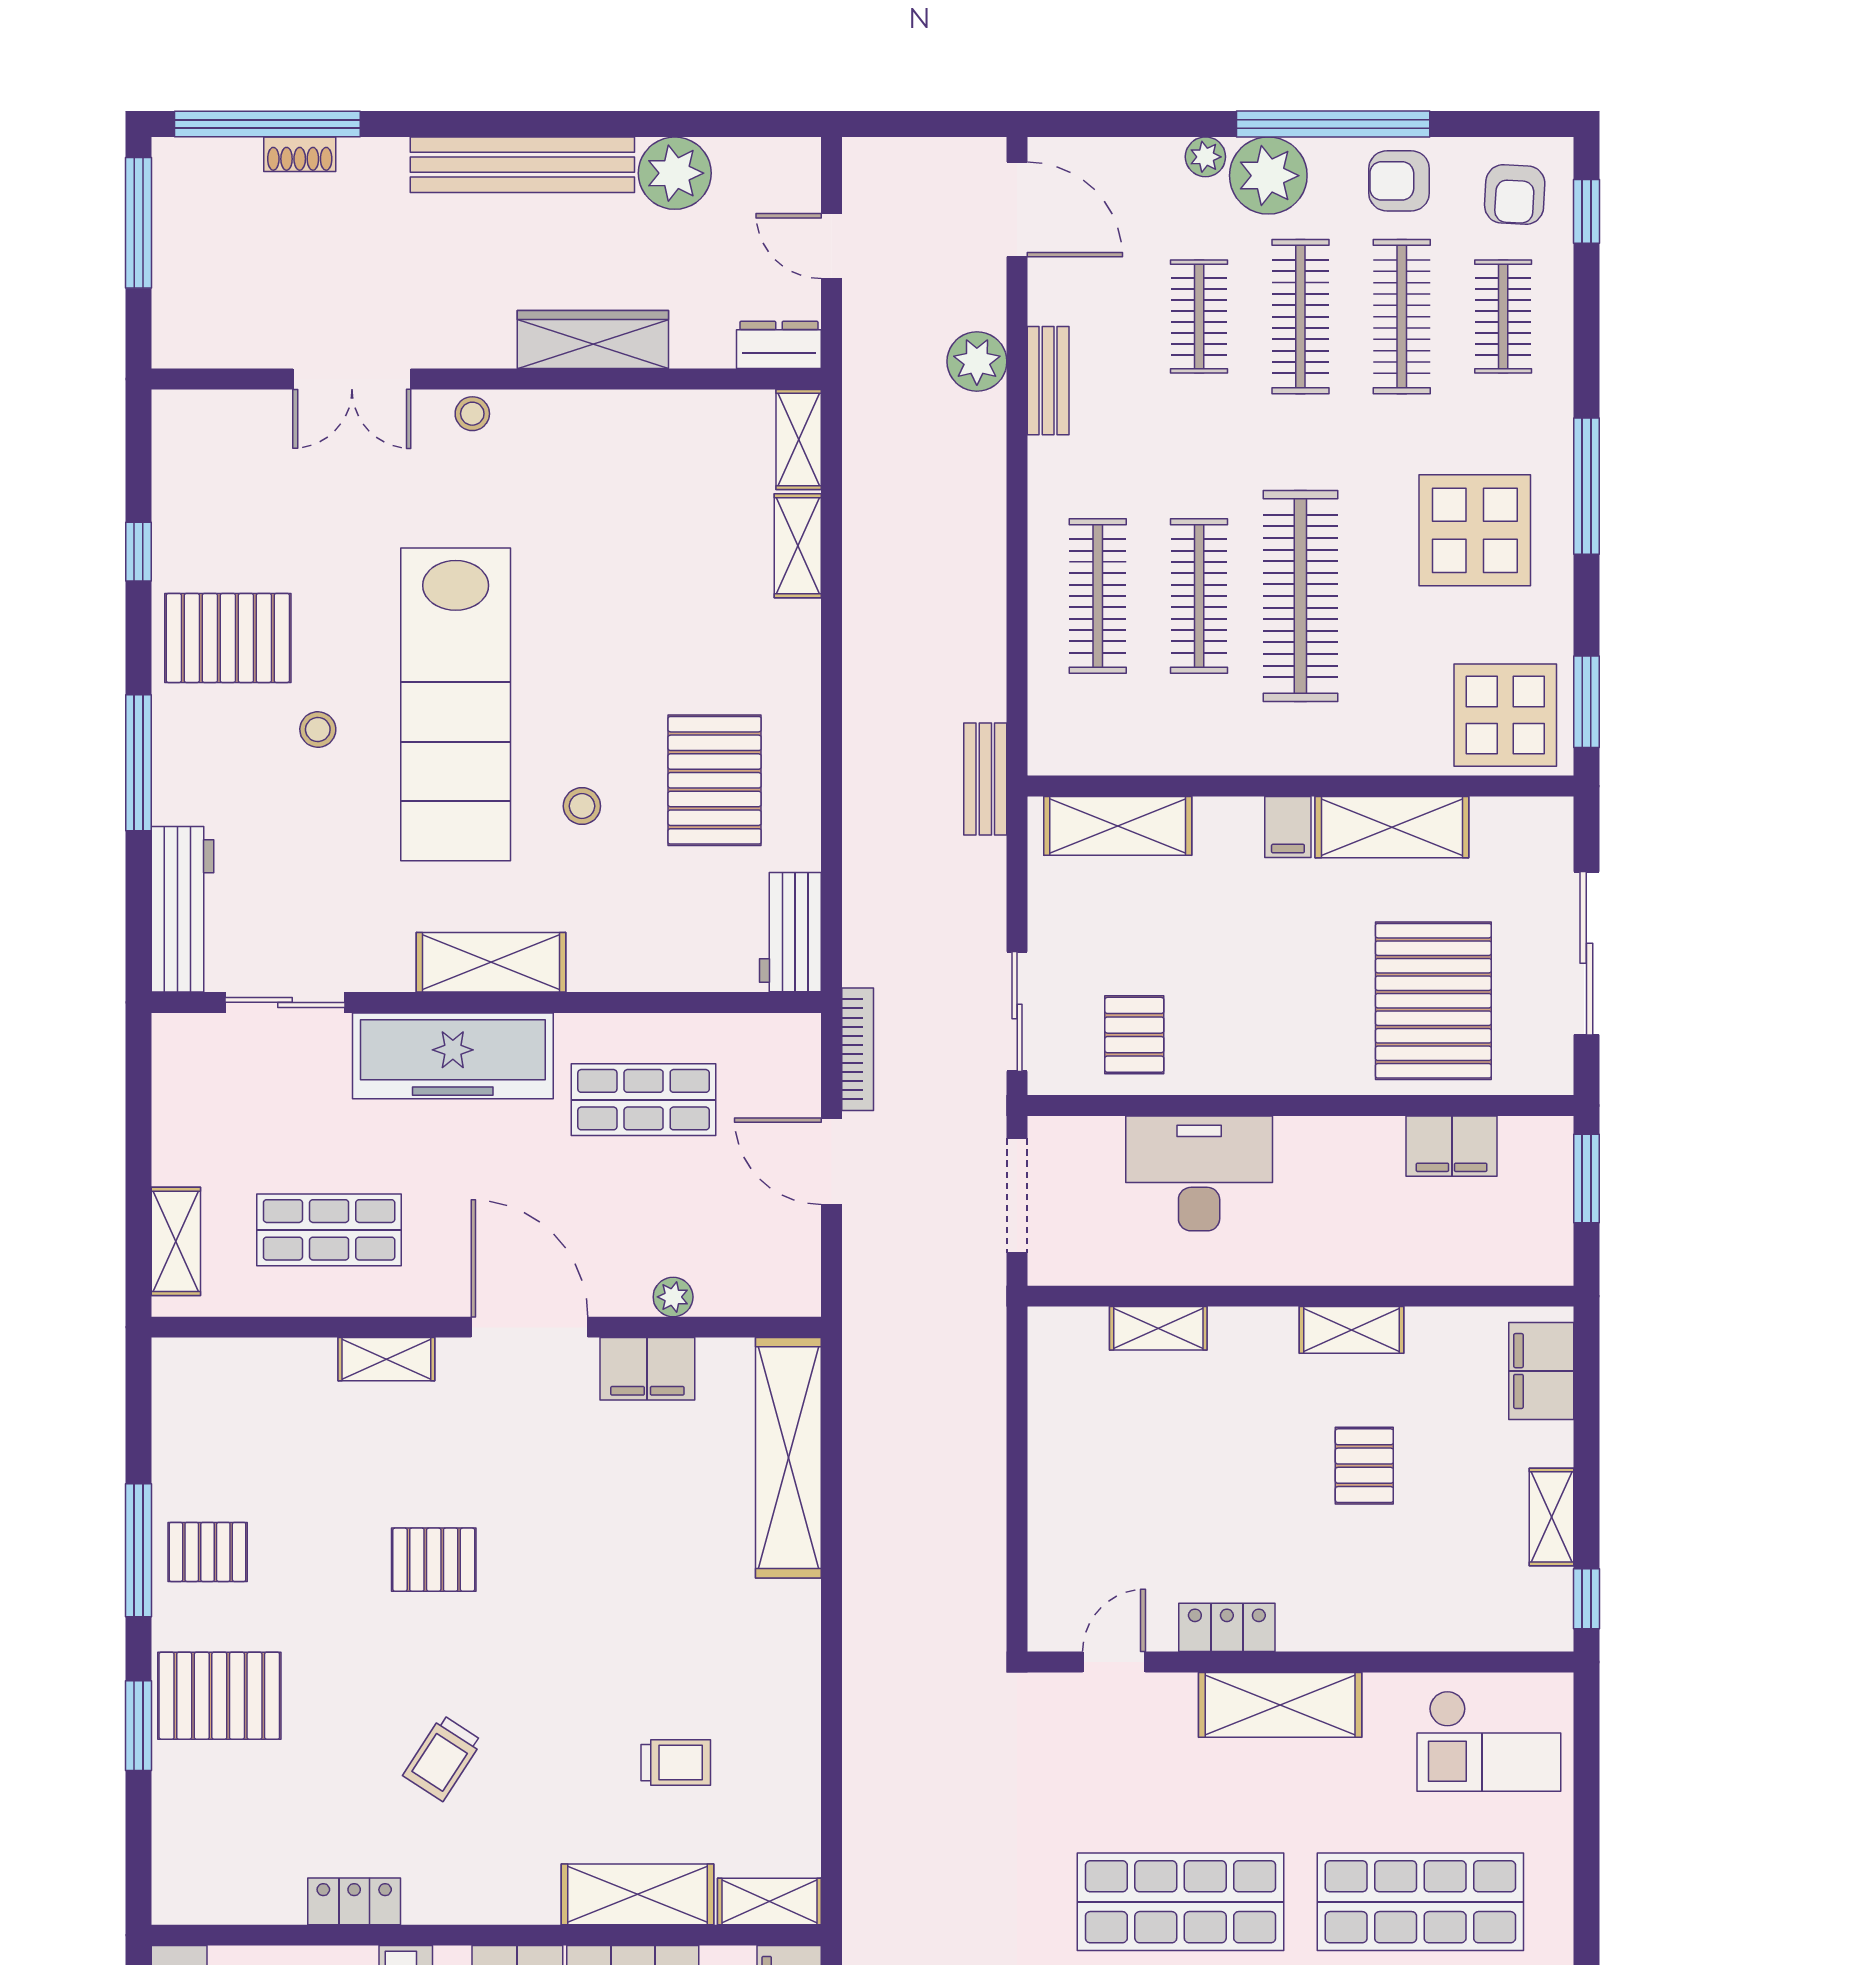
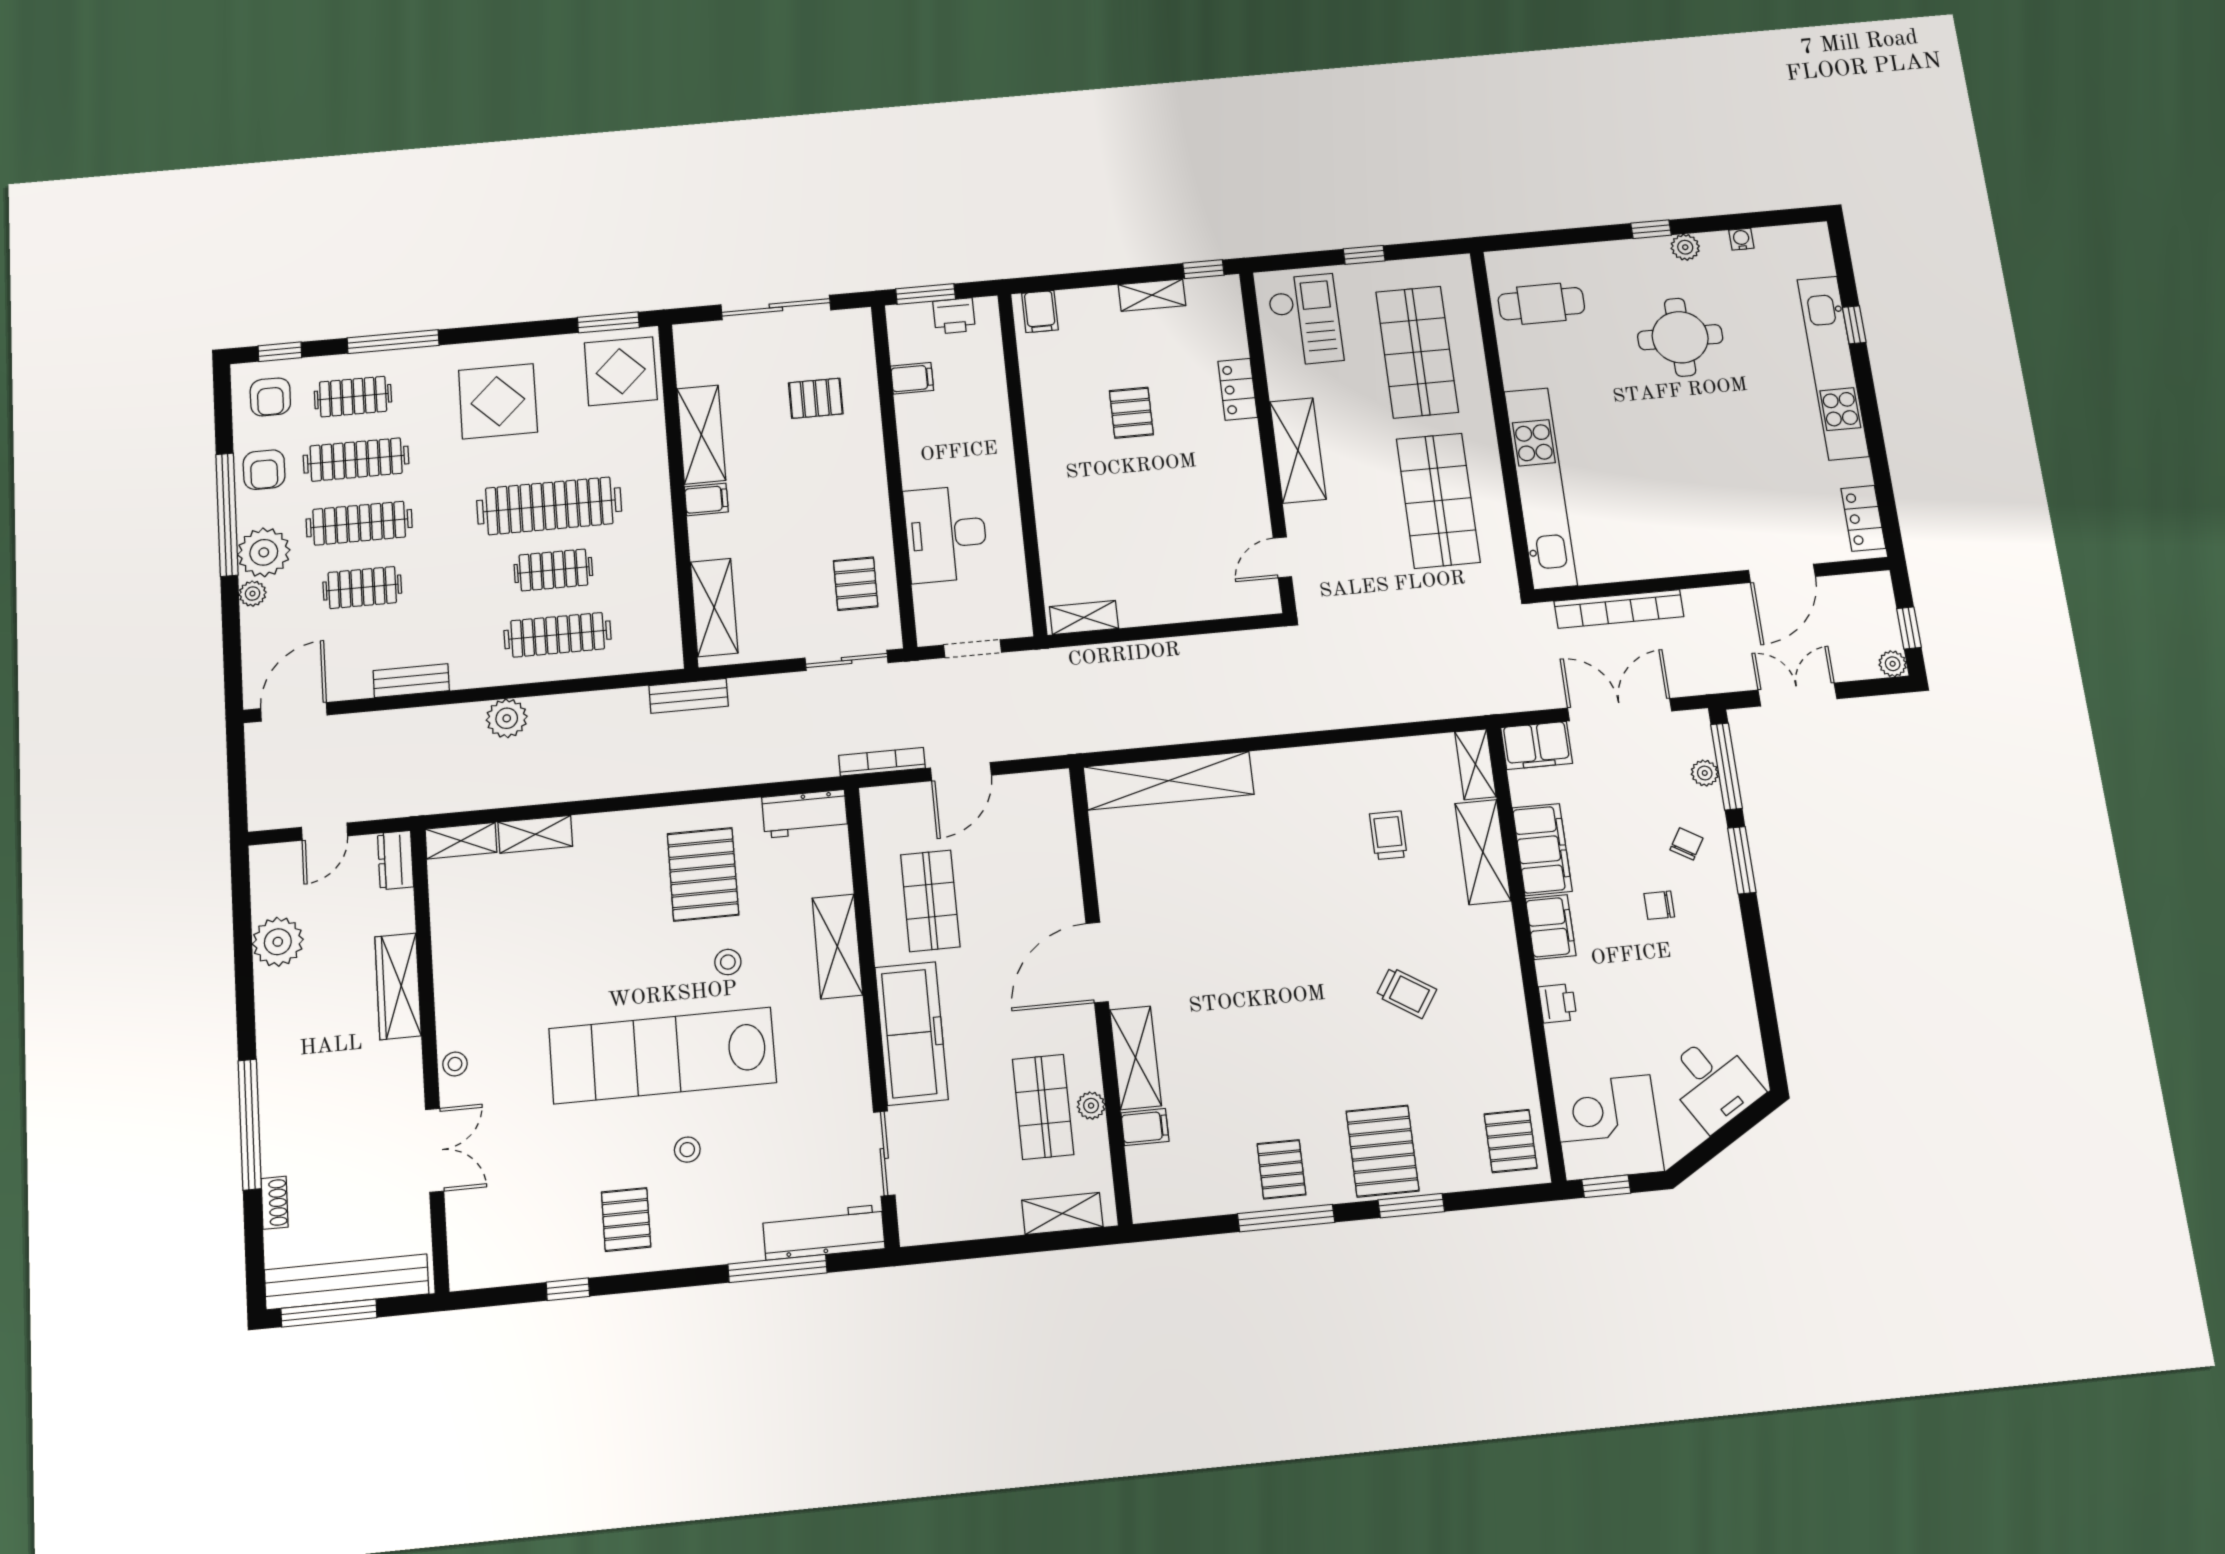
window: (267, 124) -> (250, 1124), moved
bench: (522, 165) -> (347, 1282), moved, turned 90
armchair: (1515, 195) -> (270, 397), turned 87
plant: (977, 361) -> (507, 718), moved
window: (1586, 486) -> (393, 342), moved
clothes rail: (1199, 596) -> (553, 570), width x0.73
pallet: (228, 638) -> (626, 1219), width x0.67, depth x0.71
lab bench: (456, 704) -> (662, 1055), turned 180
window: (139, 763) -> (777, 1269), moved
pallet: (715, 780) -> (703, 874), turned 90
shelving: (491, 962) -> (837, 946), moved
pallet: (1433, 1001) -> (816, 398), width x0.49, depth x0.50
pallet: (1134, 1035) -> (856, 584), turned 90
filing cabinet: (1452, 1146) -> (912, 378), width x0.50
doorway: (1017, 1196) -> (973, 649), width x0.73
printer: (1546, 1218) -> (954, 316), added
plant: (673, 1297) -> (1091, 1106), moved
shelving: (1158, 1328) -> (1084, 617), moved, turned 90
shelving: (1352, 1330) -> (1041, 429), removed
shelving: (386, 1359) -> (1135, 1058), width x1.50, depth x1.33
filing cabinet: (647, 1369) -> (1145, 1127), moved, width x0.50
filing cabinet: (1541, 1371) -> (1040, 312), width x0.50
pallet: (1364, 1466) -> (1131, 413), turned 90
pallet: (434, 1560) -> (1511, 1141), moved
locker: (1227, 1627) -> (1238, 389), moved
door: (1114, 1662) -> (1282, 557), hinge flipped
window: (1586, 1843) -> (1364, 255), added
locker: (354, 1901) -> (1515, 1043), removed

